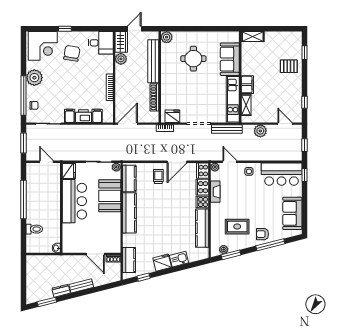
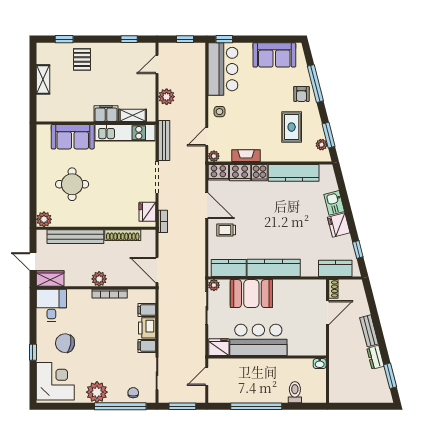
shelving: (253, 36) -> (43, 79), moved
plant: (121, 59) -> (99, 279), moved

